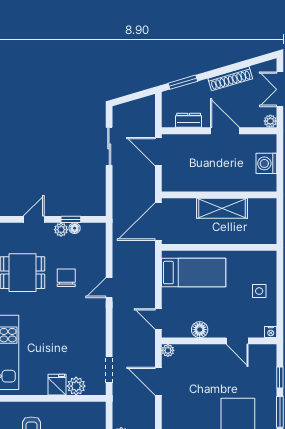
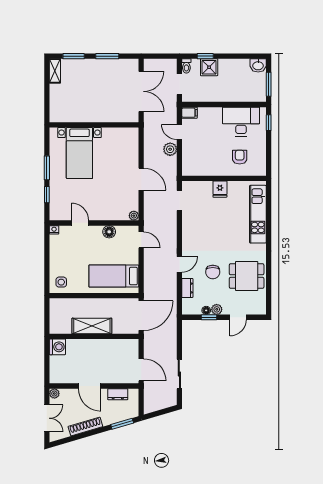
washing machine: (266, 163) -> (57, 347), moved
dresser: (99, 257) -> (187, 288), added
side table: (259, 291) -> (61, 282), moved
door: (158, 381) -> (141, 179), moved
plant: (76, 386) -> (205, 188), removed

